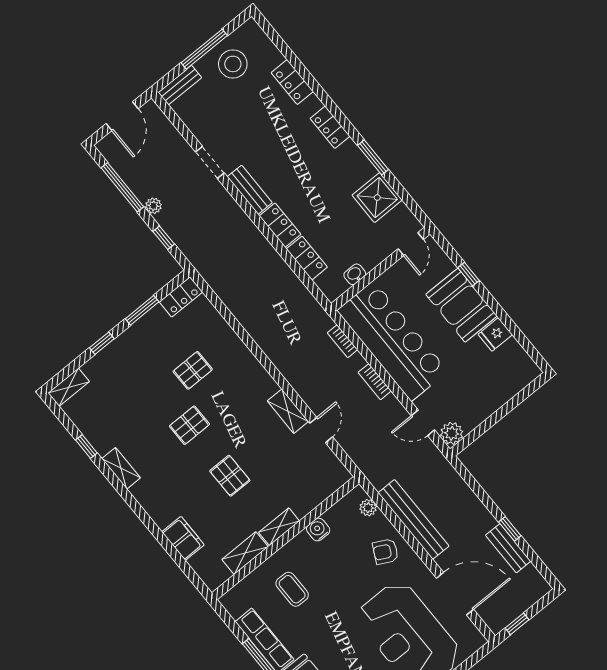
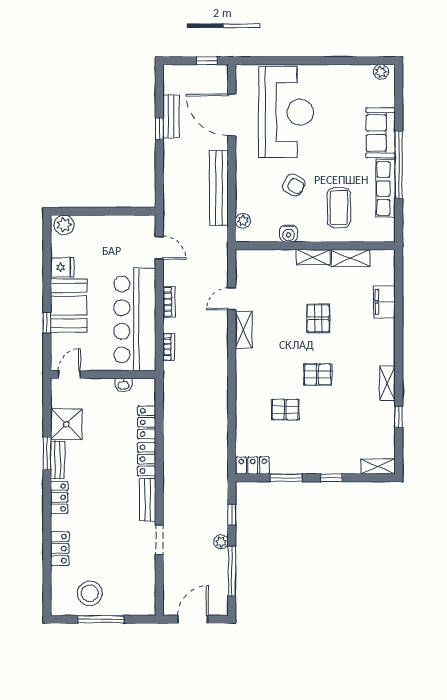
bench: (180, 85) -> (58, 460), moved, turned 90
plant: (452, 433) -> (64, 225), moved
armchair: (385, 552) -> (294, 185), moved
coffee table: (292, 589) -> (339, 208), width x1.36, depth x1.30

